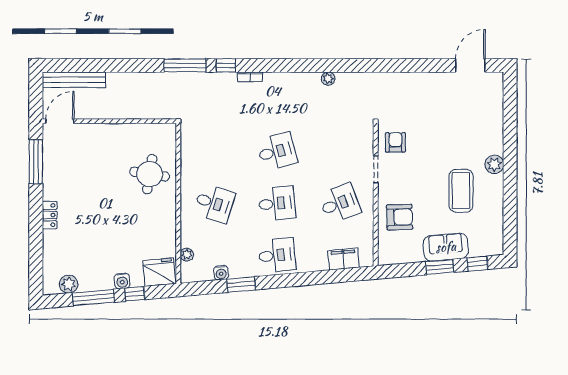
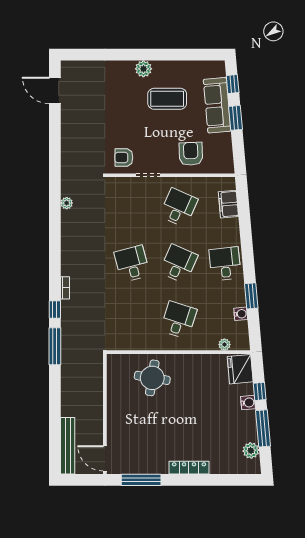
plant: (328, 79) -> (67, 203), moved
desk: (277, 203) -> (179, 264), turned 30
desk: (340, 203) -> (179, 208), turned 45
locker: (50, 215) -> (189, 468), width x1.53
sofa: (446, 247) -> (217, 105), width x1.36

